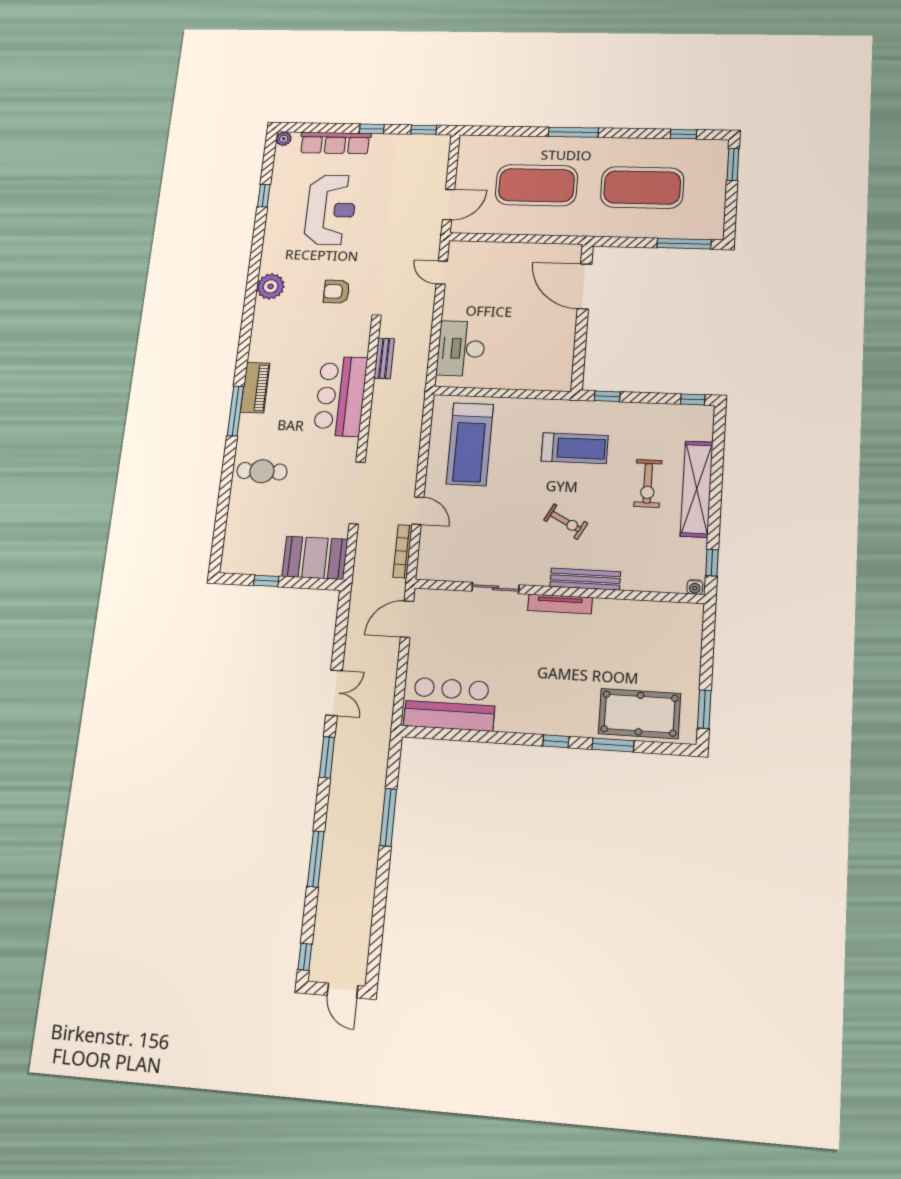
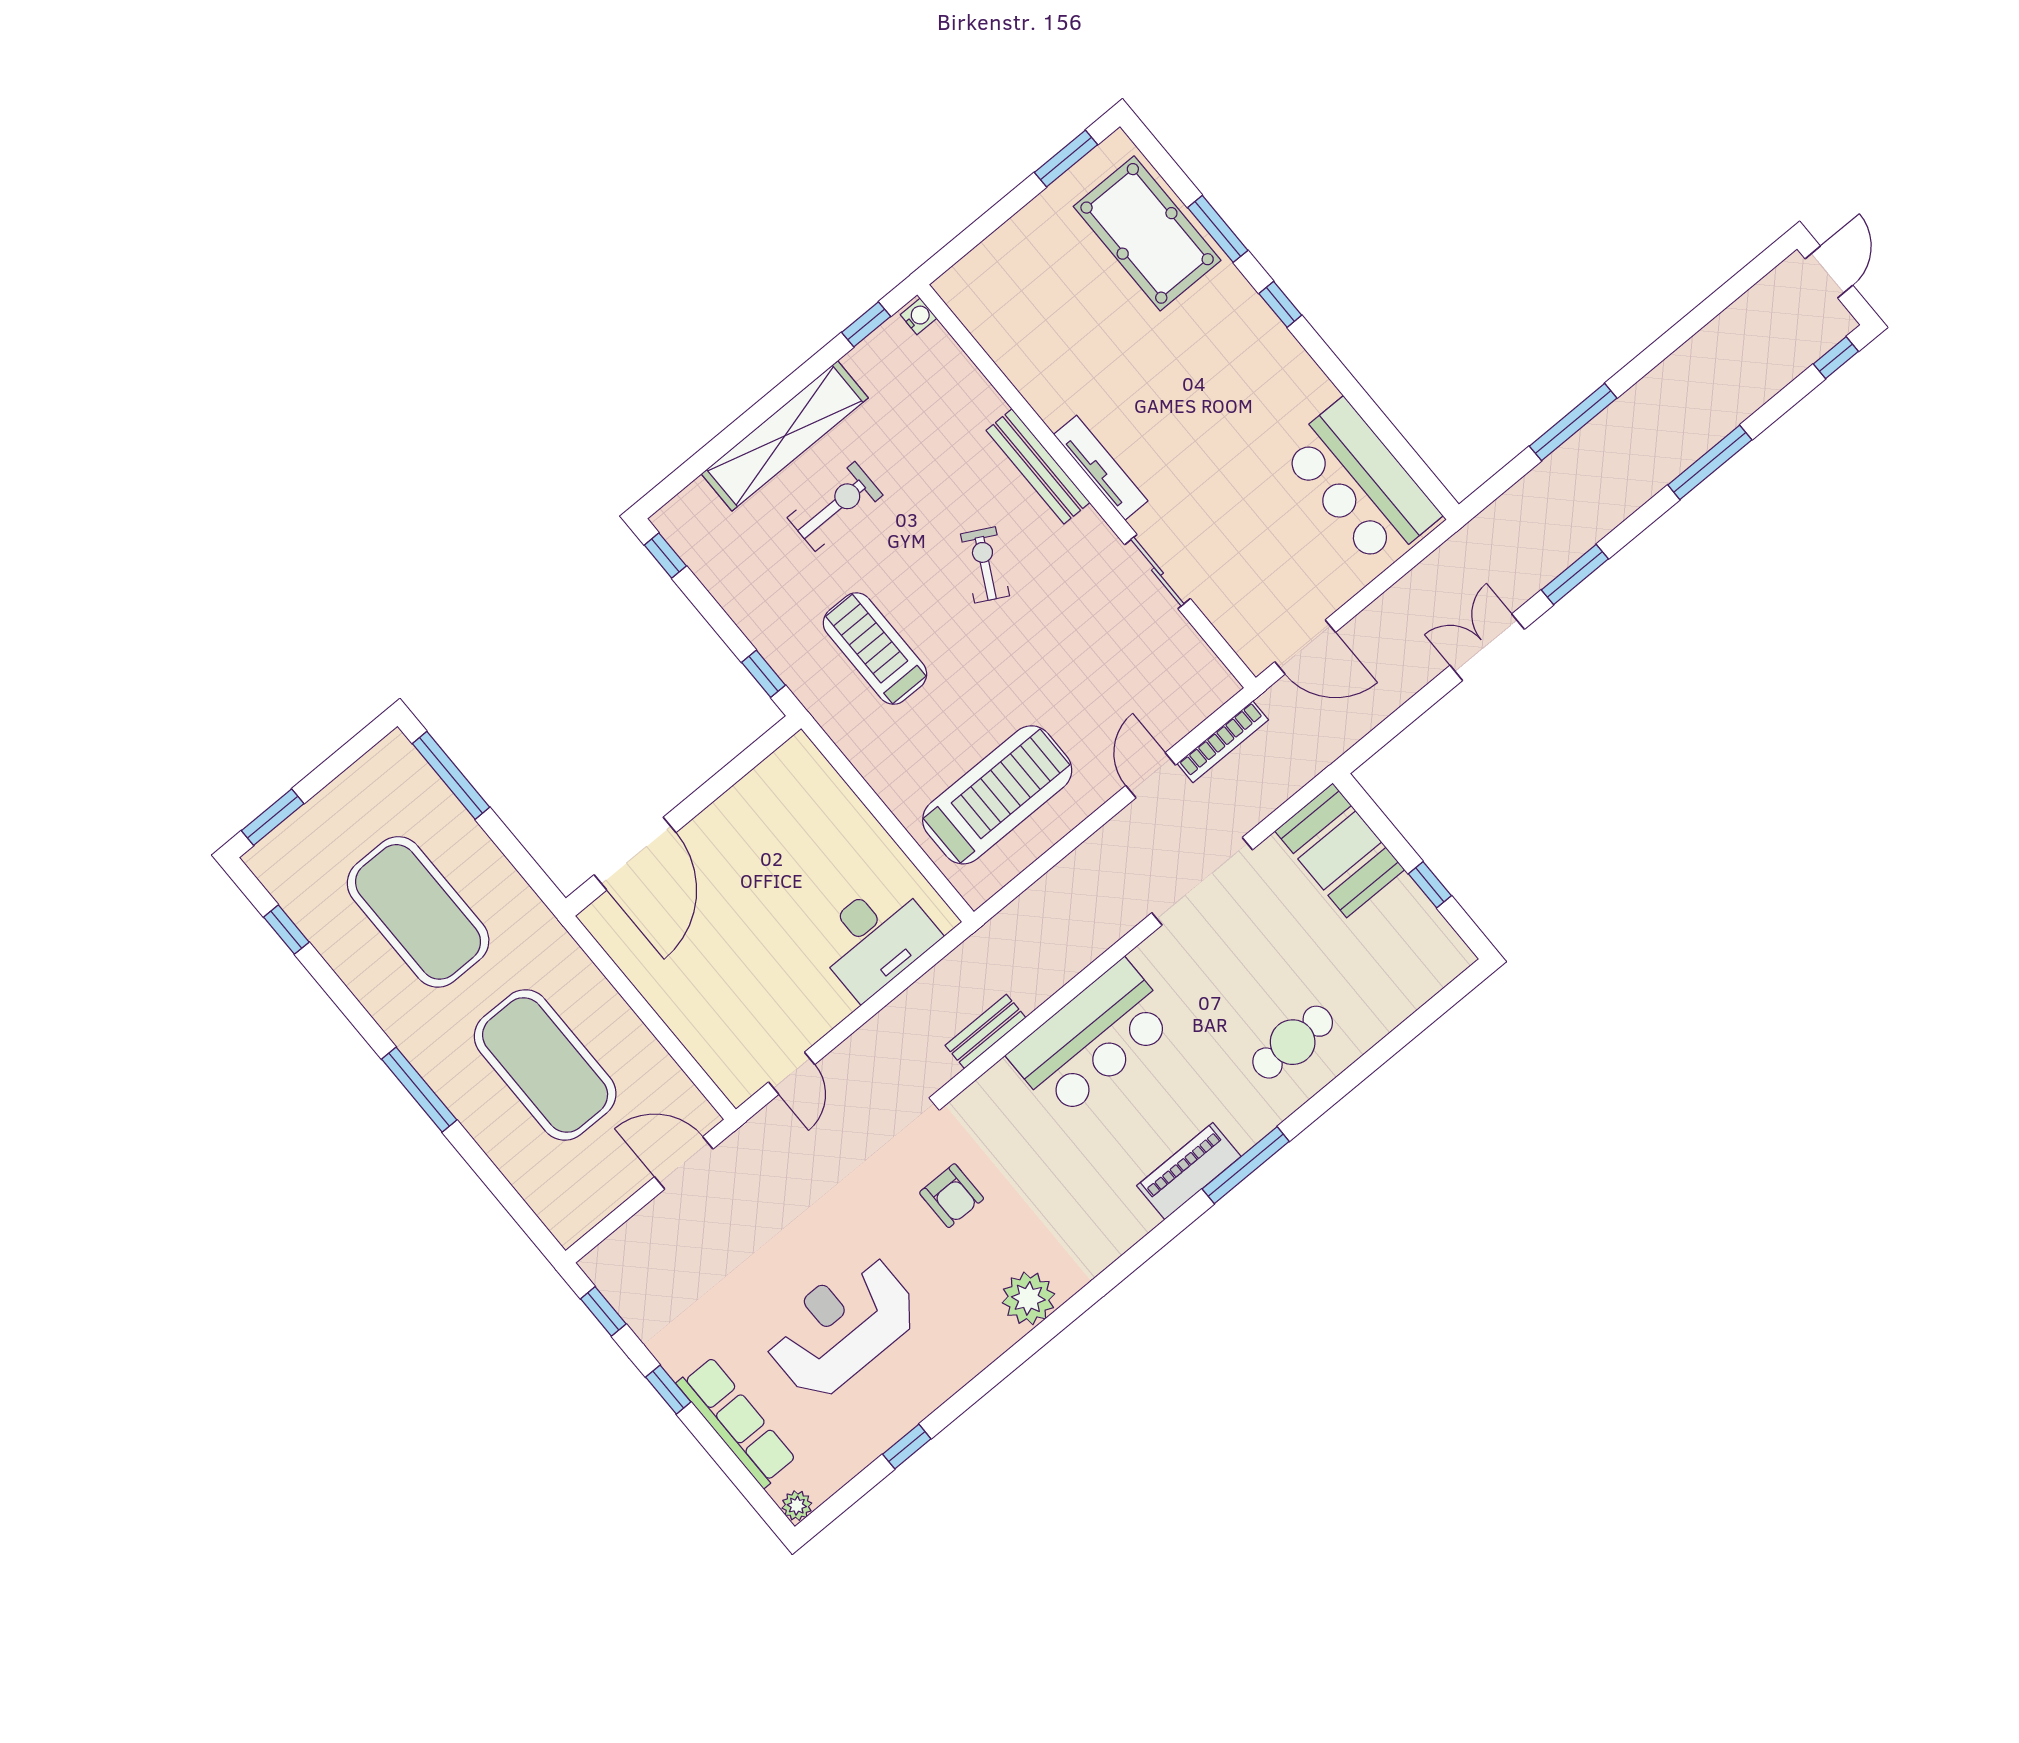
cafe table: (262, 471) -> (1293, 1042), turned 90

